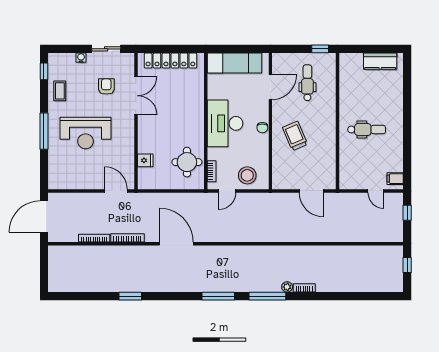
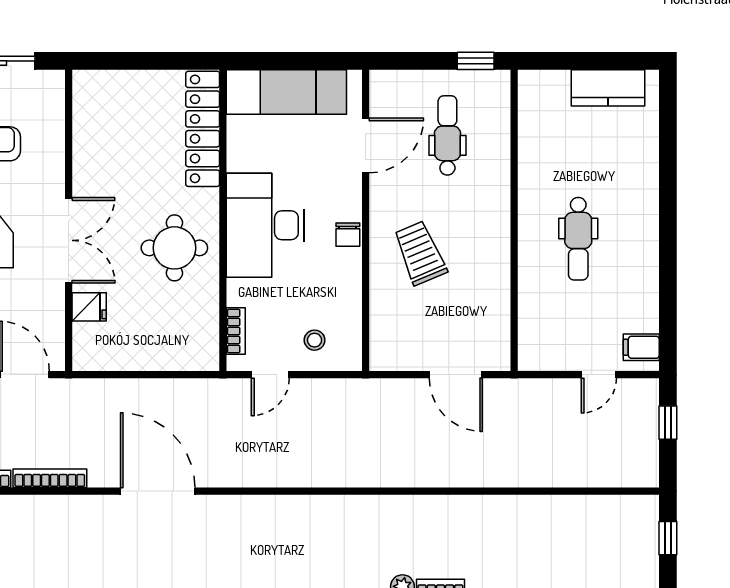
locker: (170, 60) -> (203, 129), moved, turned 90
double door: (136, 96) -> (69, 240), moved
dental chair: (367, 129) -> (578, 239), turned 90
round table: (187, 162) -> (174, 248), moved
stool: (247, 175) -> (315, 340), width x0.53, depth x0.53
door: (376, 191) -> (599, 375), hinge flipped

